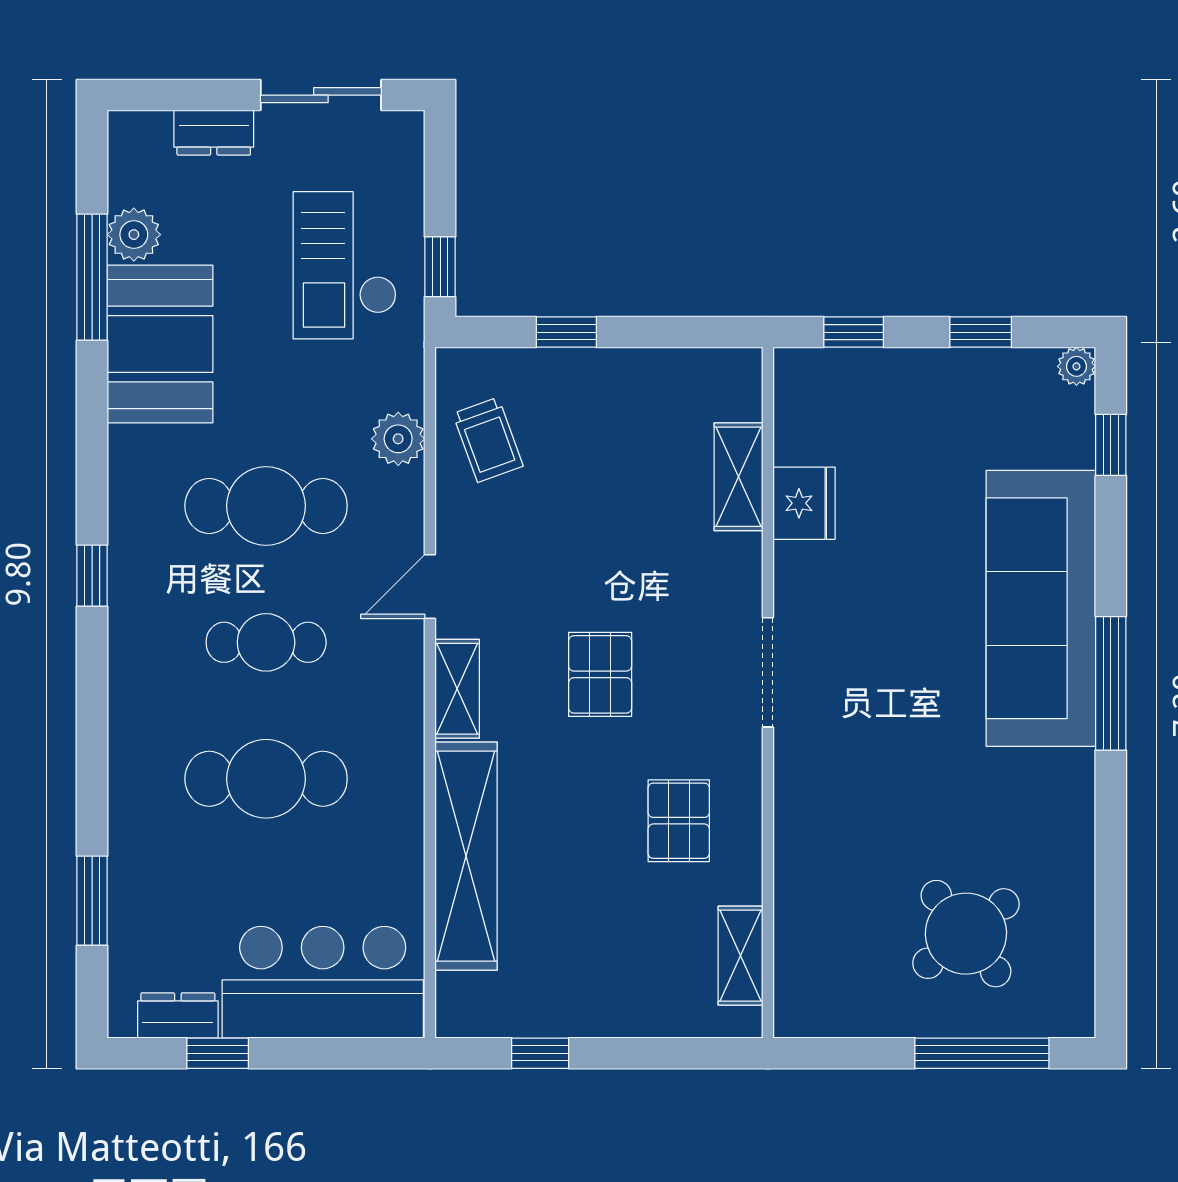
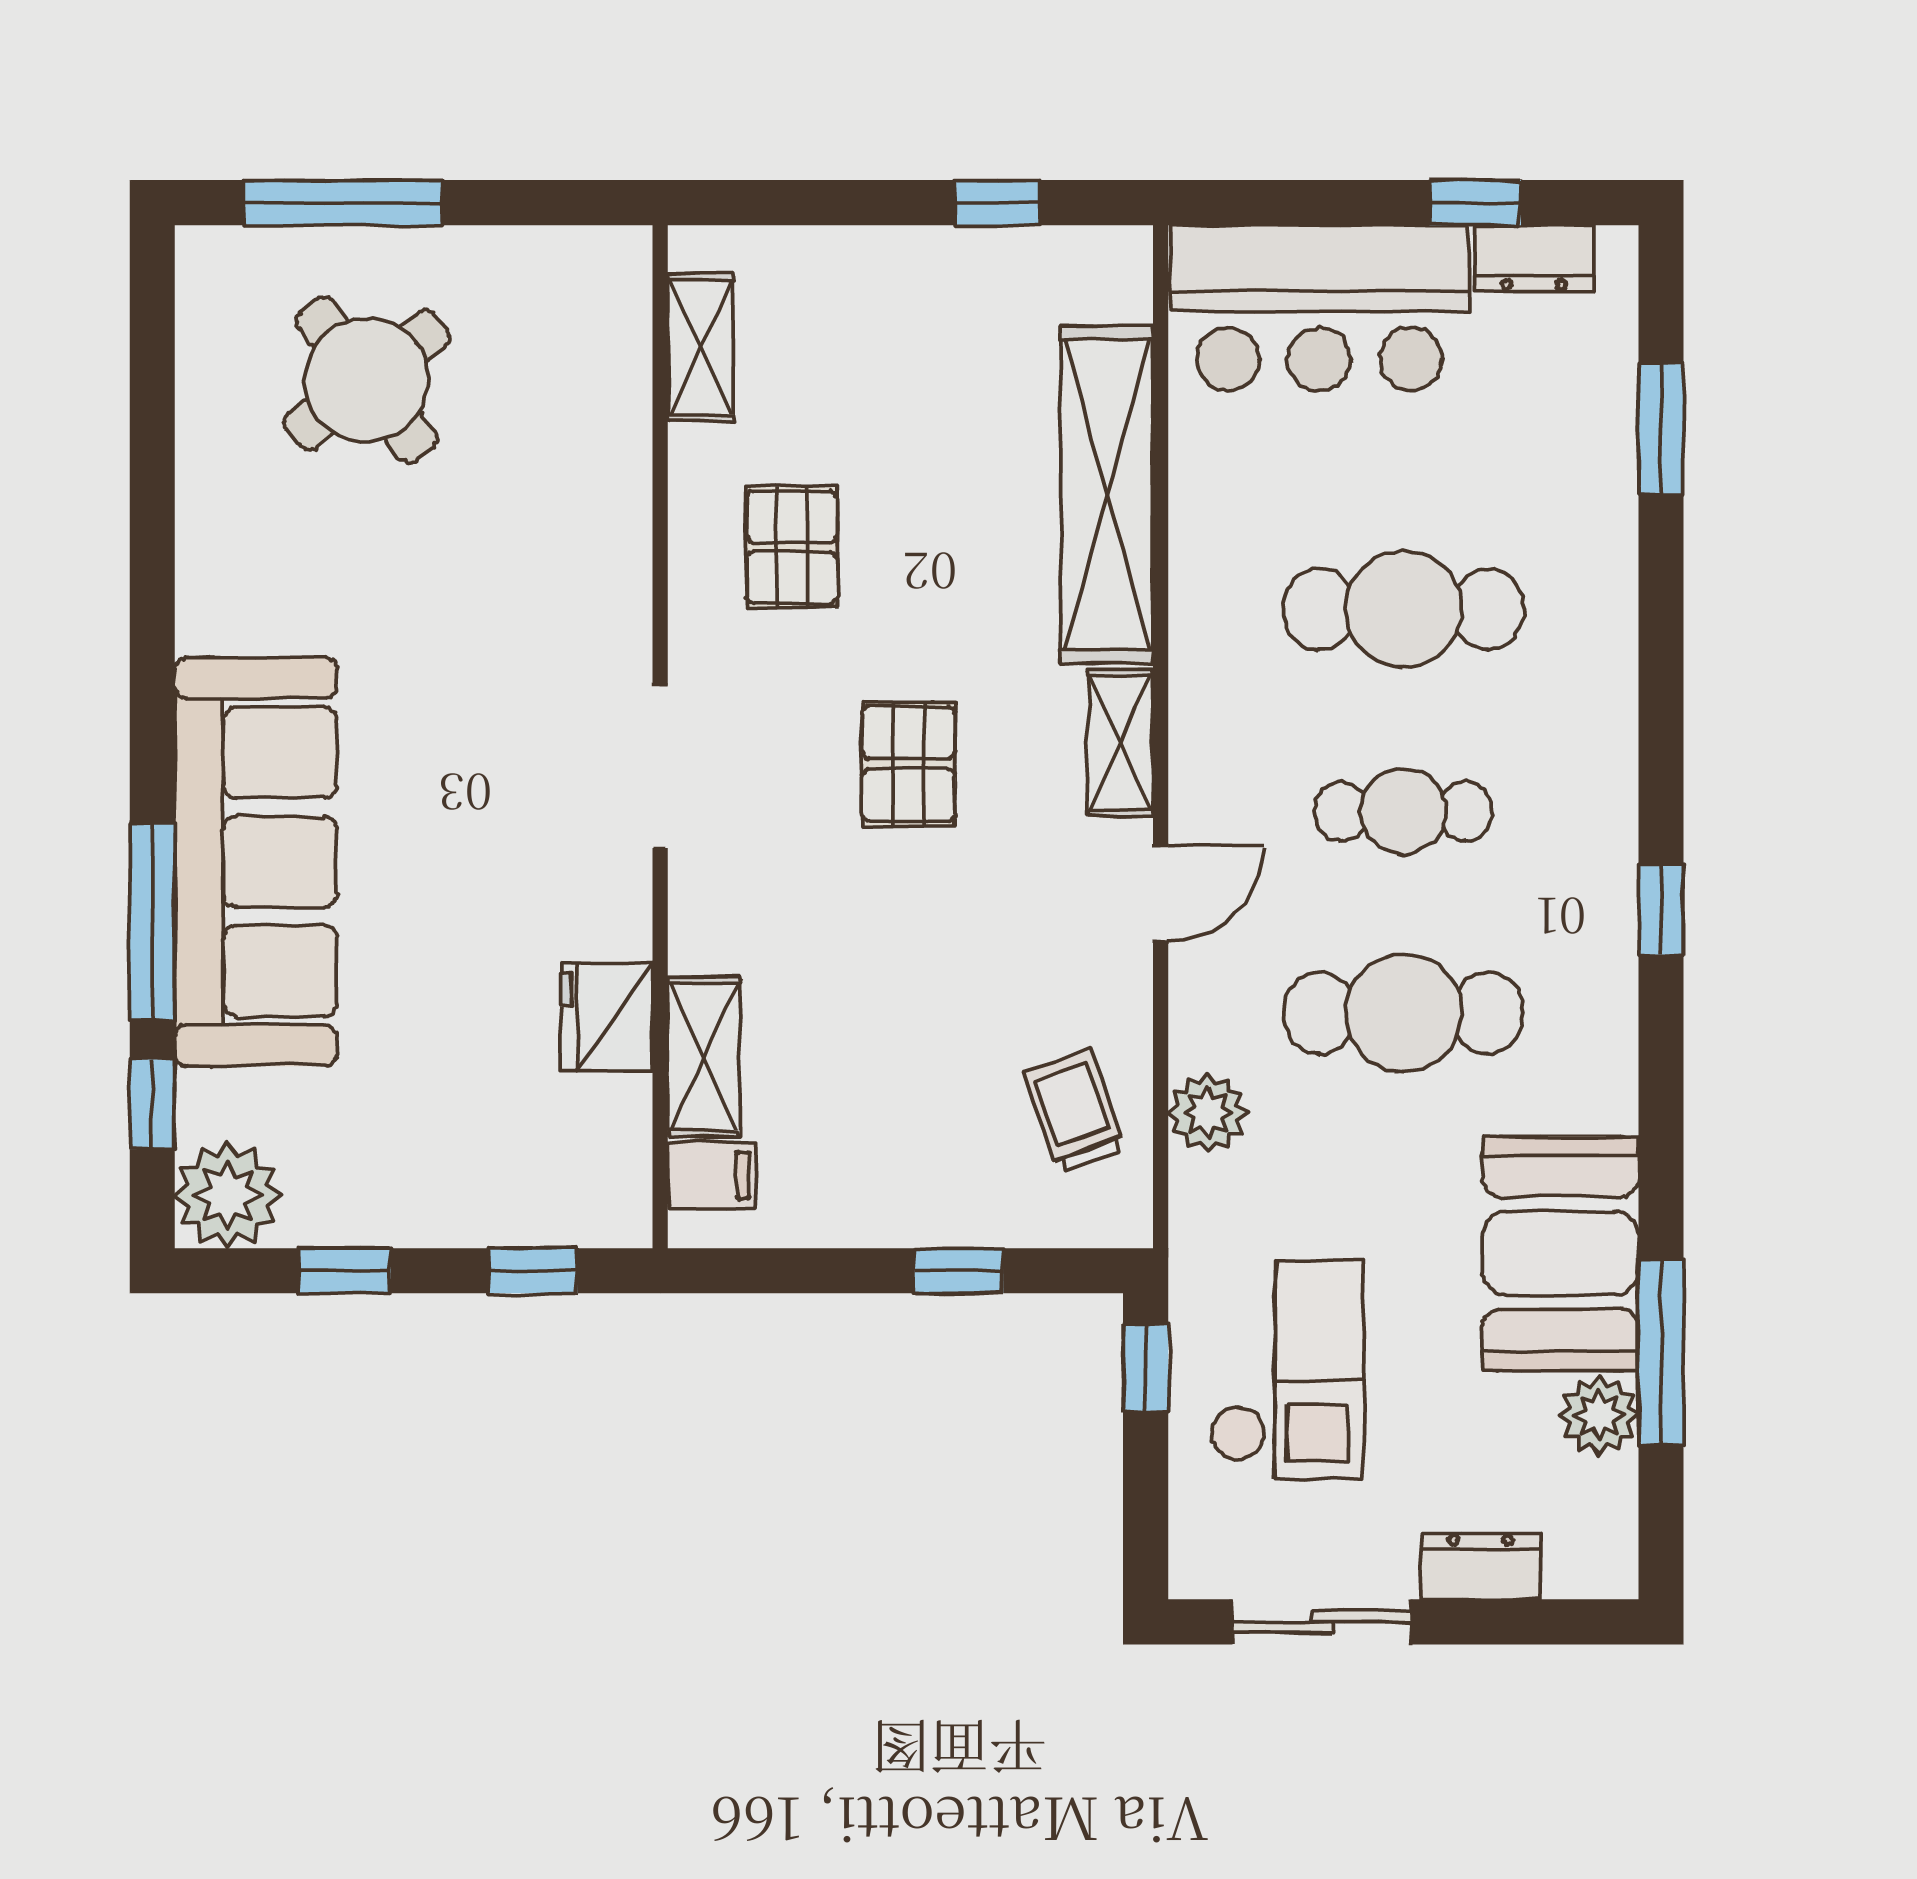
plant: (1076, 366) -> (228, 1195), width x1.88, depth x1.88
filing cabinet: (733, 396) -> (712, 1176), added
window: (1111, 683) -> (152, 922), moved

